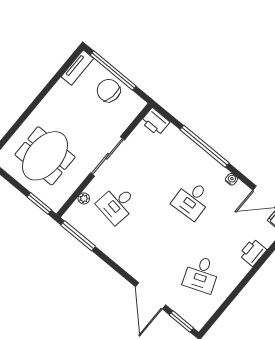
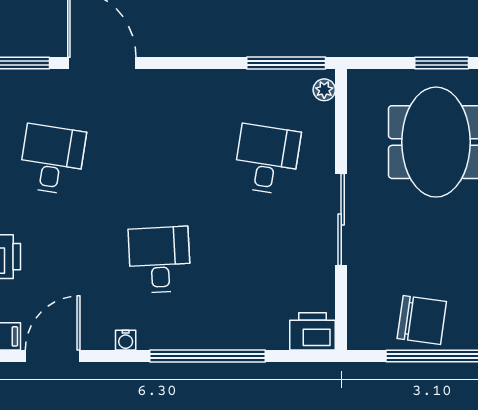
plant: (84, 198) -> (324, 90), moved
window: (39, 203) -> (442, 63), moved
desk: (201, 274) -> (52, 159), turned 30

